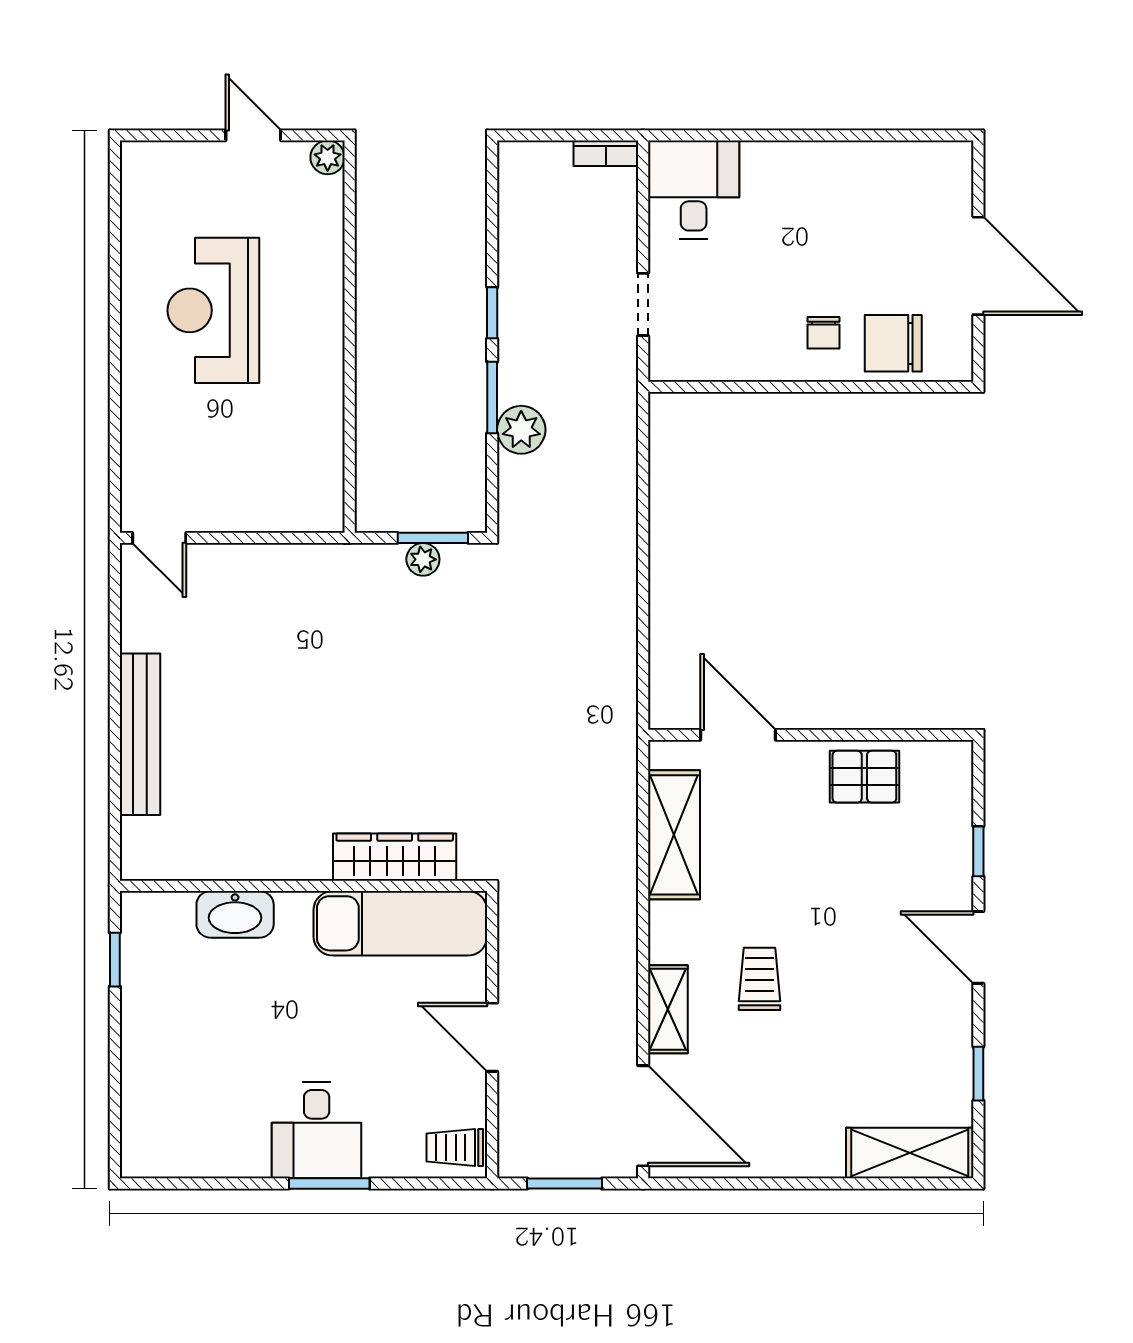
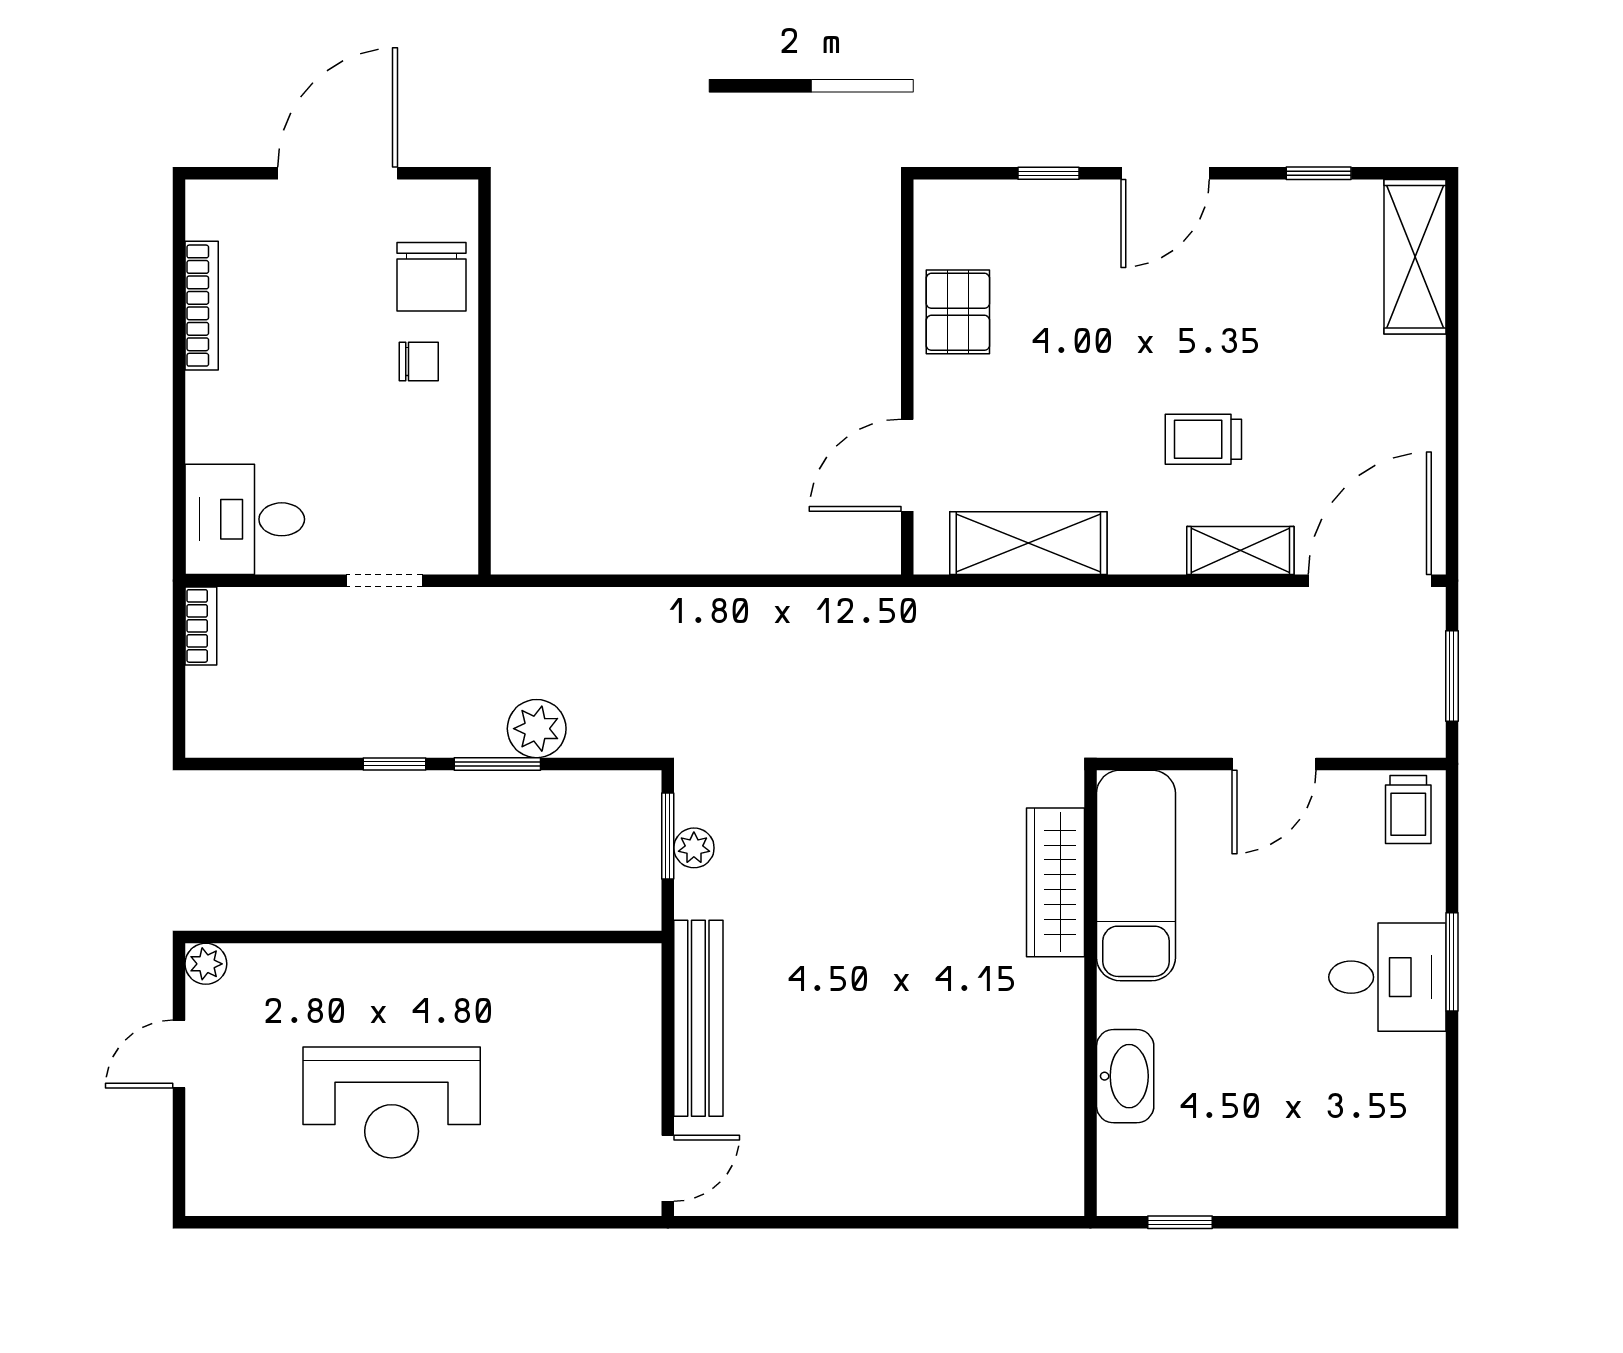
bookcase: (870, 154) -> (202, 306), added
bench: (140, 734) -> (698, 1018), moved, turned 90

